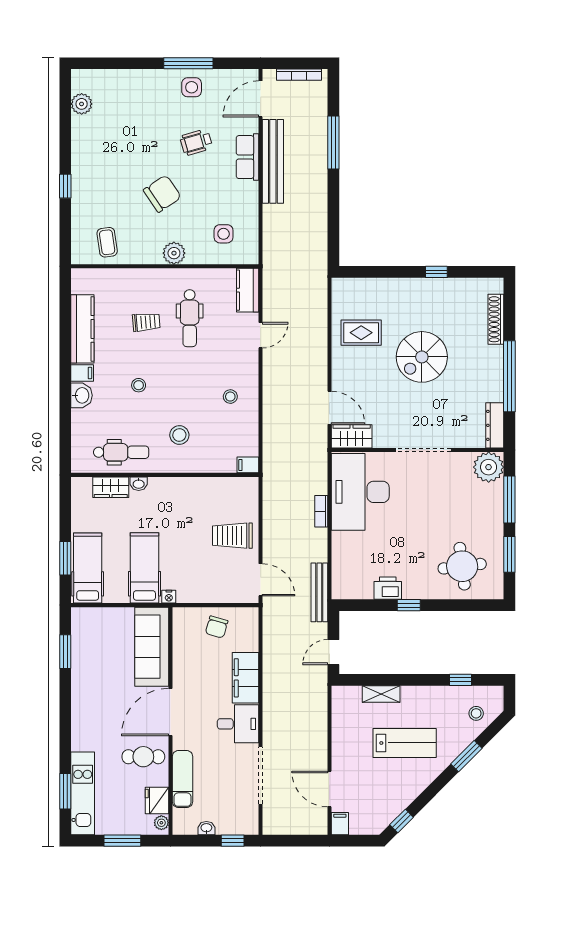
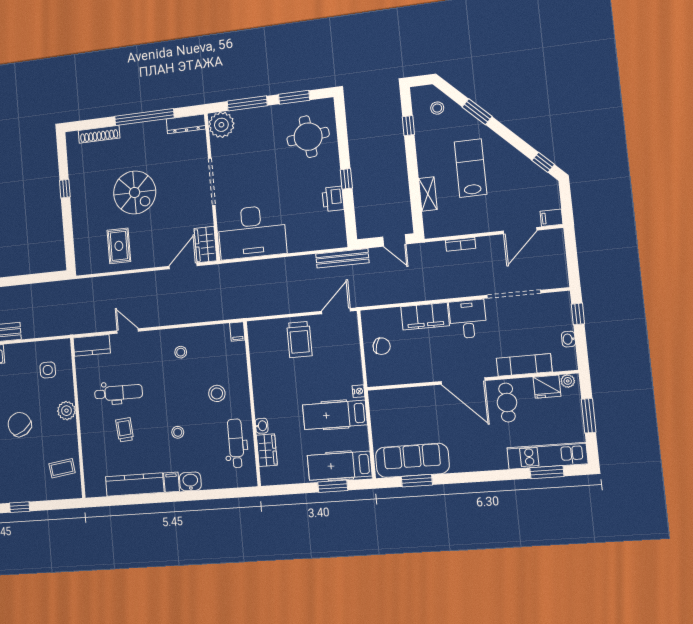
bookcase: (321, 511) -> (461, 244), moved
sofa: (152, 647) -> (412, 460), moved, turned 180

